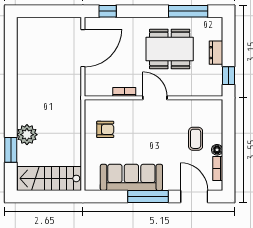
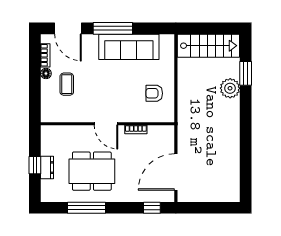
window: (188, 11) -> (87, 208), moved
window: (228, 76) -> (35, 165), moved

